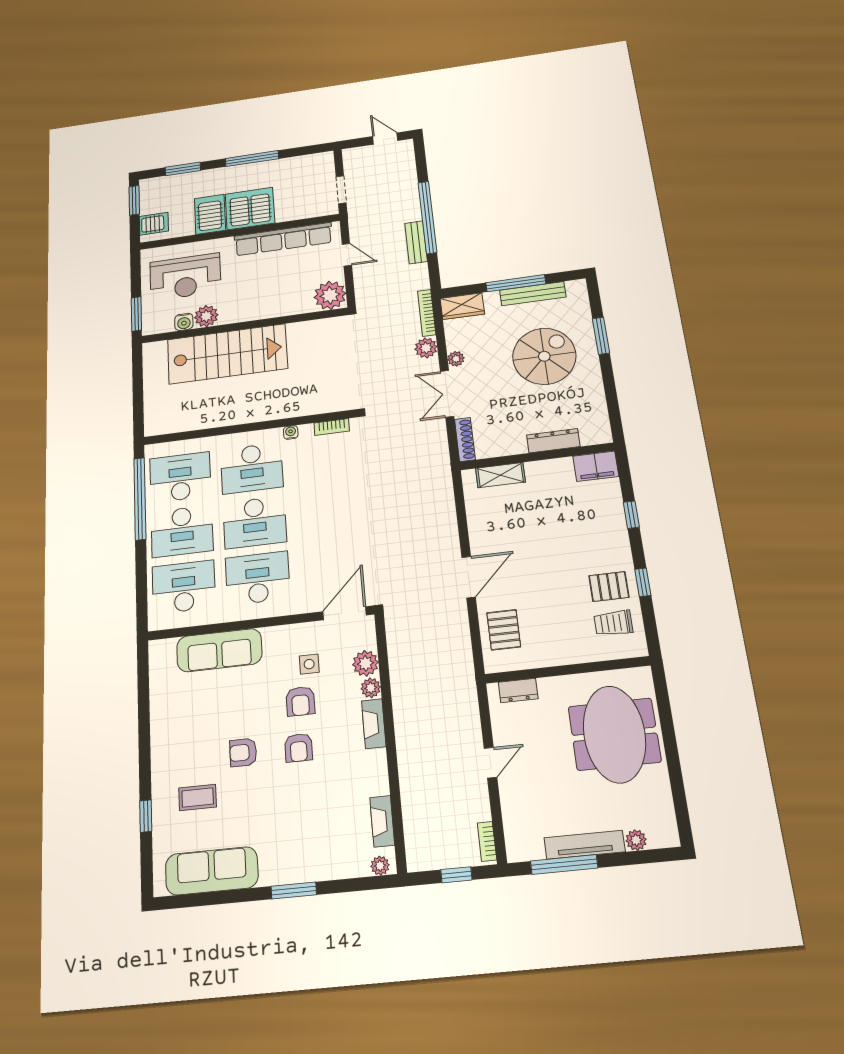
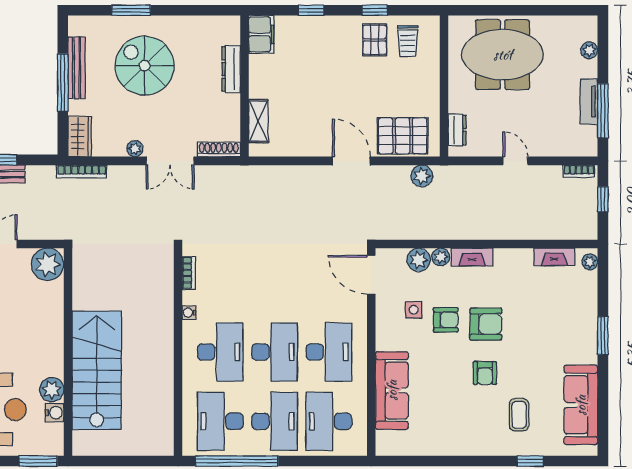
plant: (426, 348) -> (422, 176), moved
desk: (258, 578) -> (329, 352), turned 180
pallet: (504, 630) -> (403, 136), width x1.50, depth x1.42
armchair: (299, 748) -> (486, 324), width x1.38, depth x1.38
tv unit: (585, 845) -> (589, 102), width x0.71

